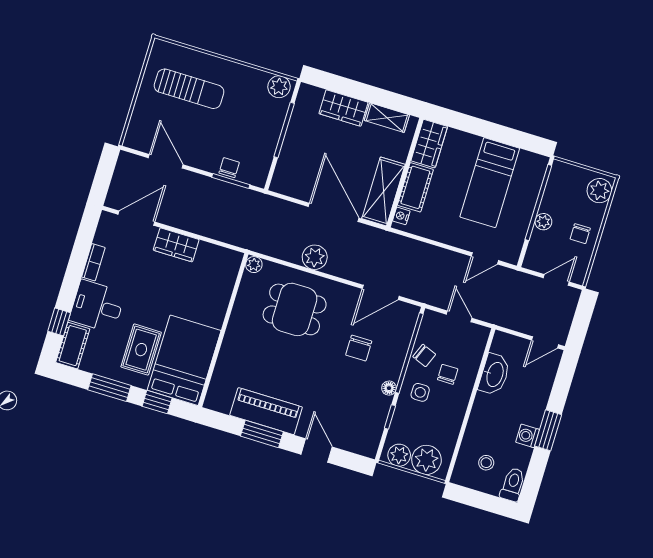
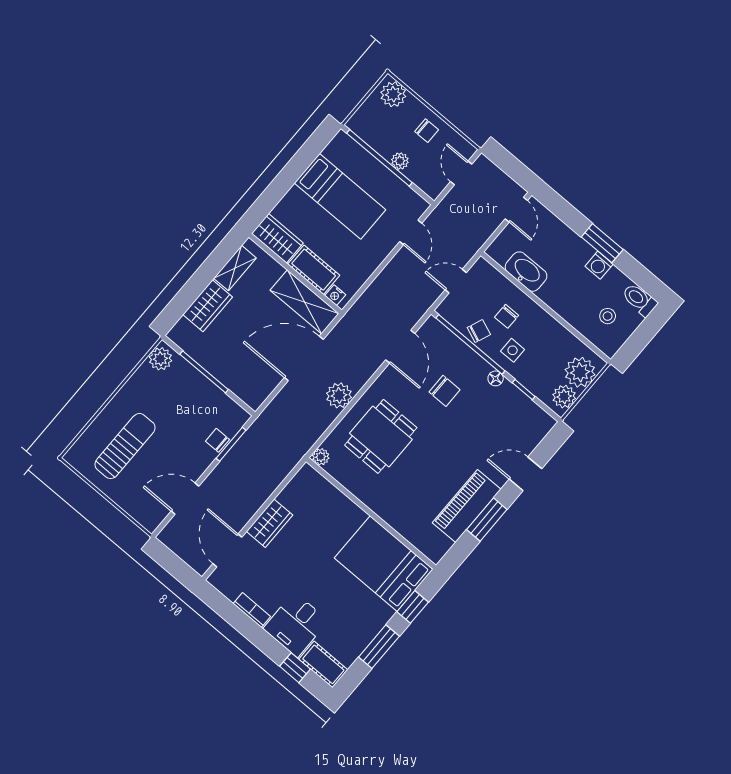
rug: (141, 350) -> (356, 600), removed
chair: (448, 374) -> (507, 316), turned -90

